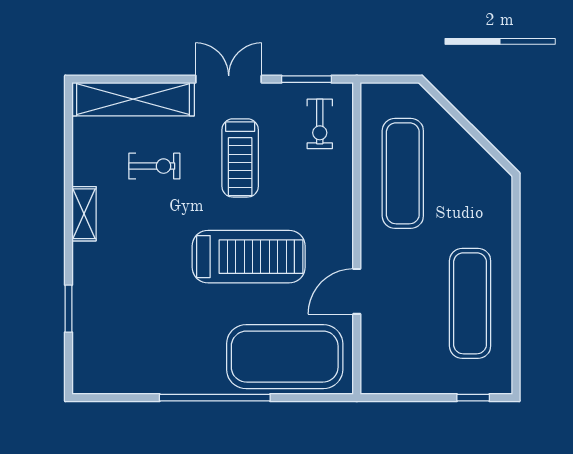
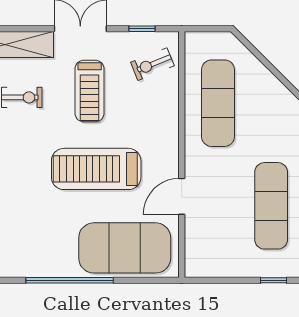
window: (307, 79) -> (142, 29), width x0.67
exercise bike: (320, 124) -> (152, 64), turned 68
treadmill: (249, 257) -> (96, 169), turned 180

